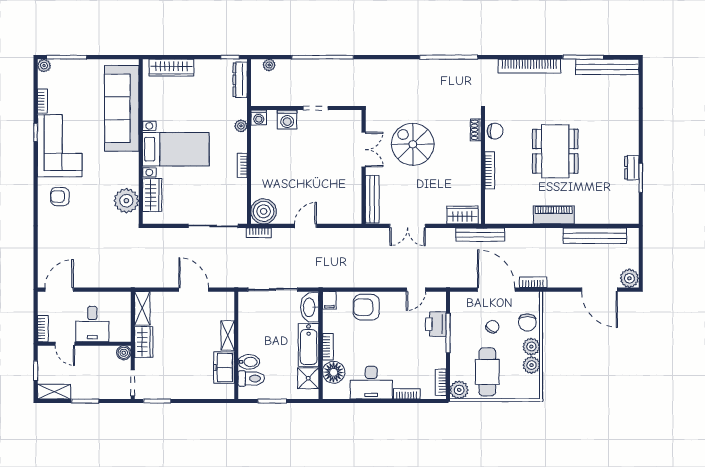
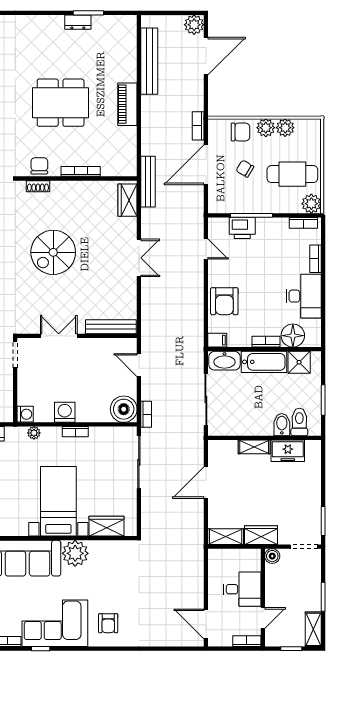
washing machine: (287, 120) -> (65, 412), moved, turned -90
double door: (364, 149) -> (59, 336), moved
wall: (364, 167) -> (77, 336), moved
bench: (372, 199) -> (111, 327), moved
plant: (126, 201) -> (75, 553), moved

